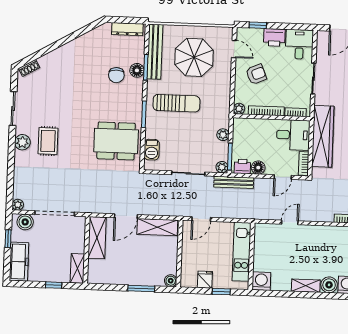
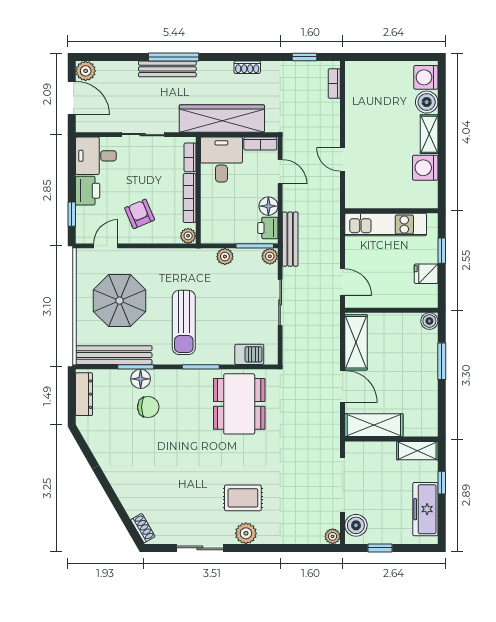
sun lounger: (176, 103) -> (184, 322), turned 180
freezer: (19, 262) -> (425, 509), moved, turned -90
washing machine: (261, 281) -> (425, 168), moved

